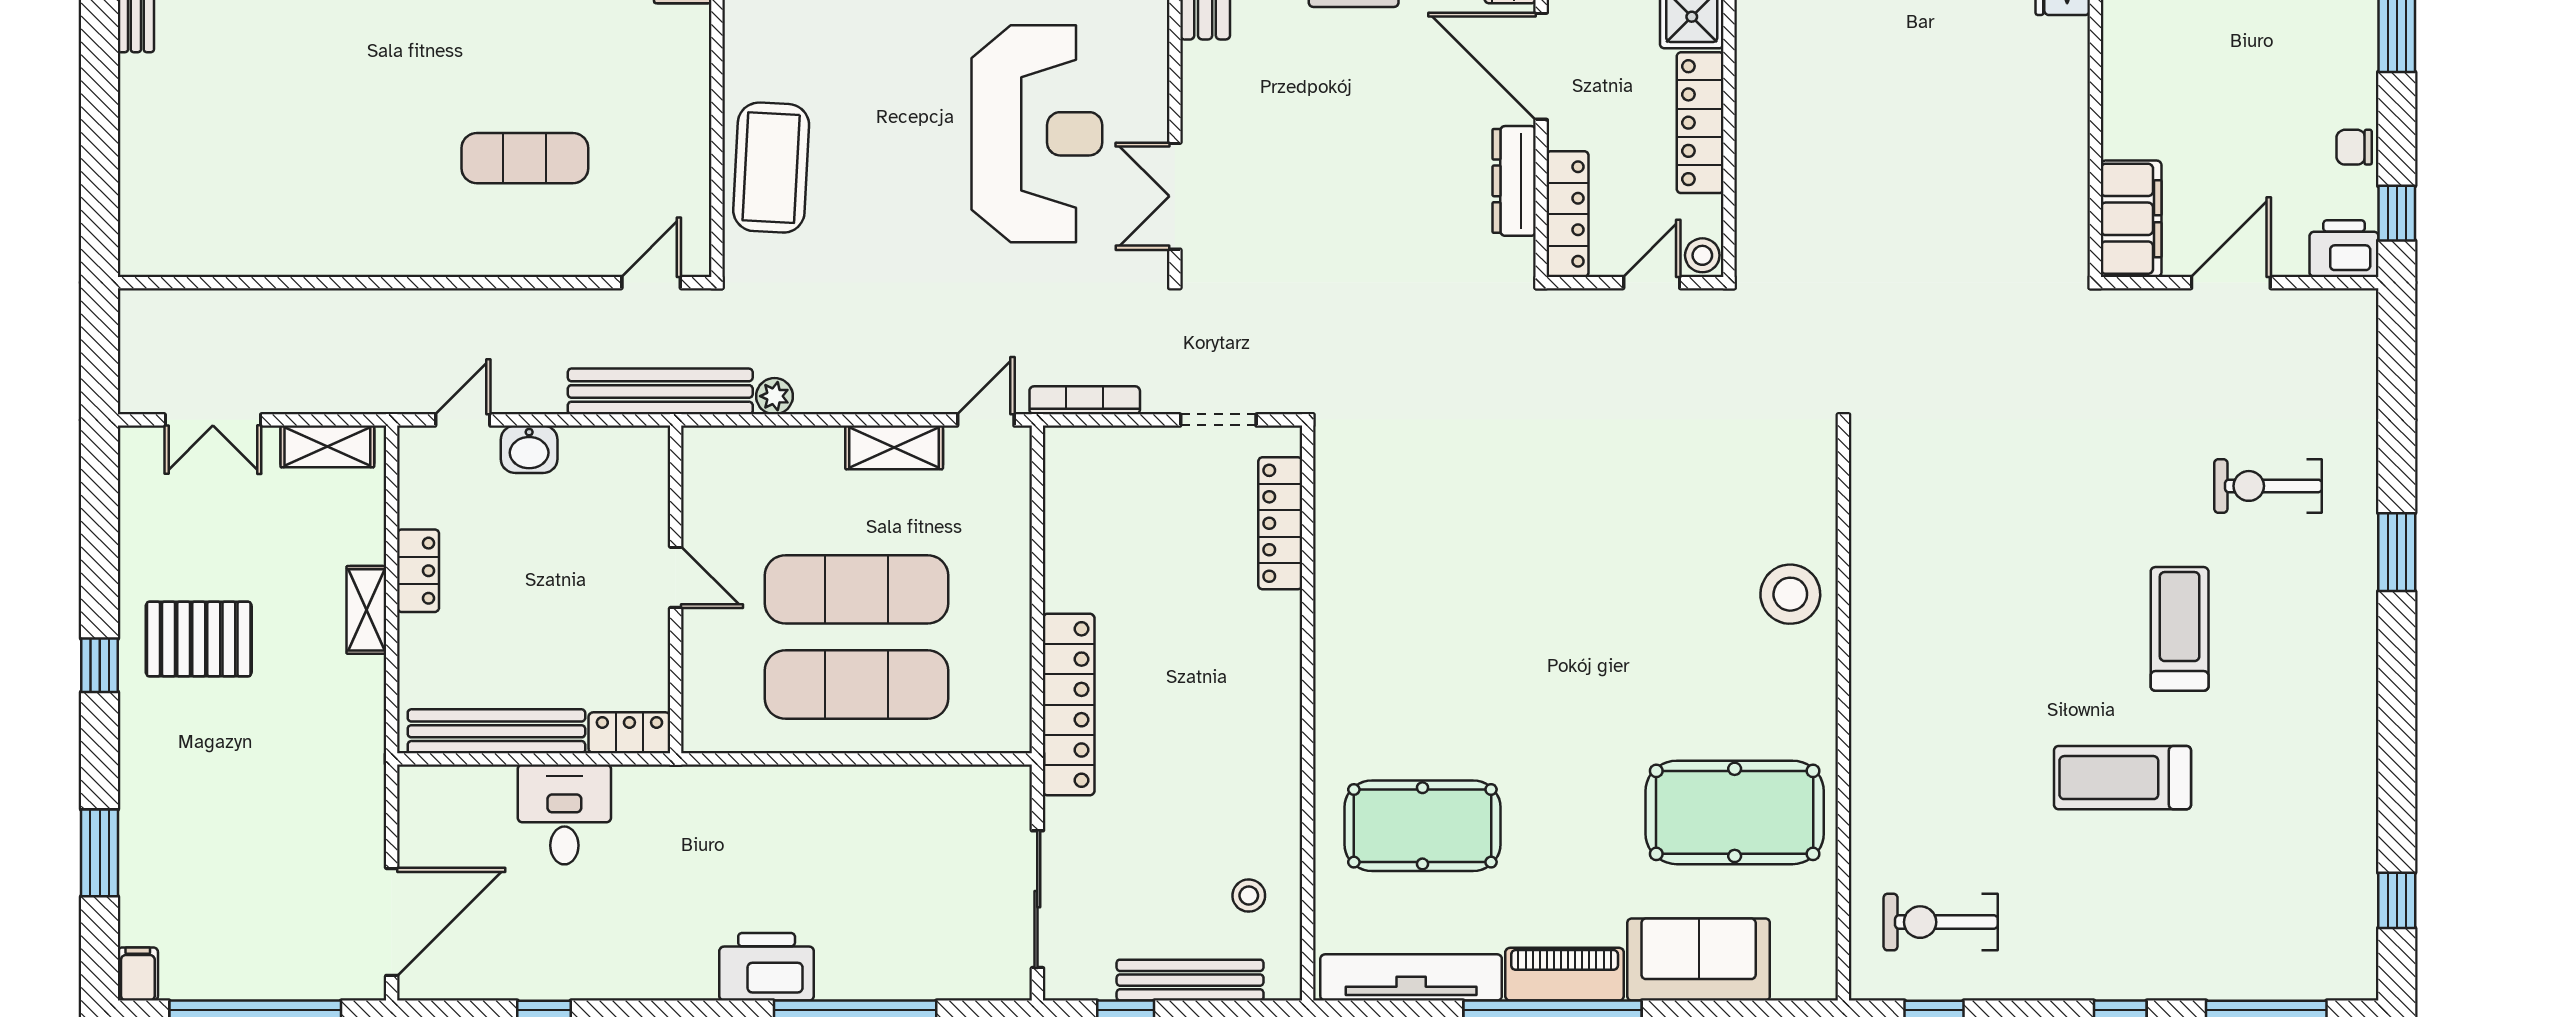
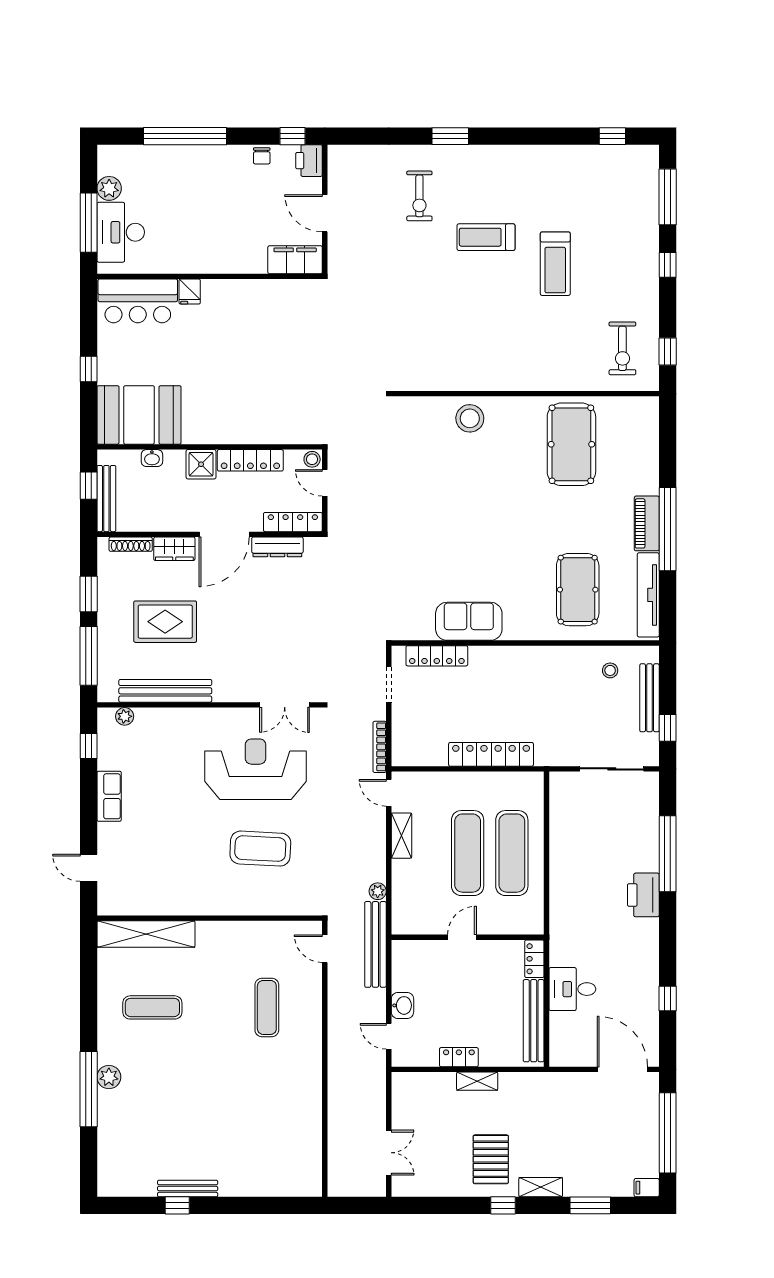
coffee table: (771, 168) -> (260, 849), moved
shelving: (327, 446) -> (541, 1187), moved, turned 90
locker: (1069, 705) -> (491, 754), moved
sofa: (1699, 959) -> (469, 621), moved, turned 90

